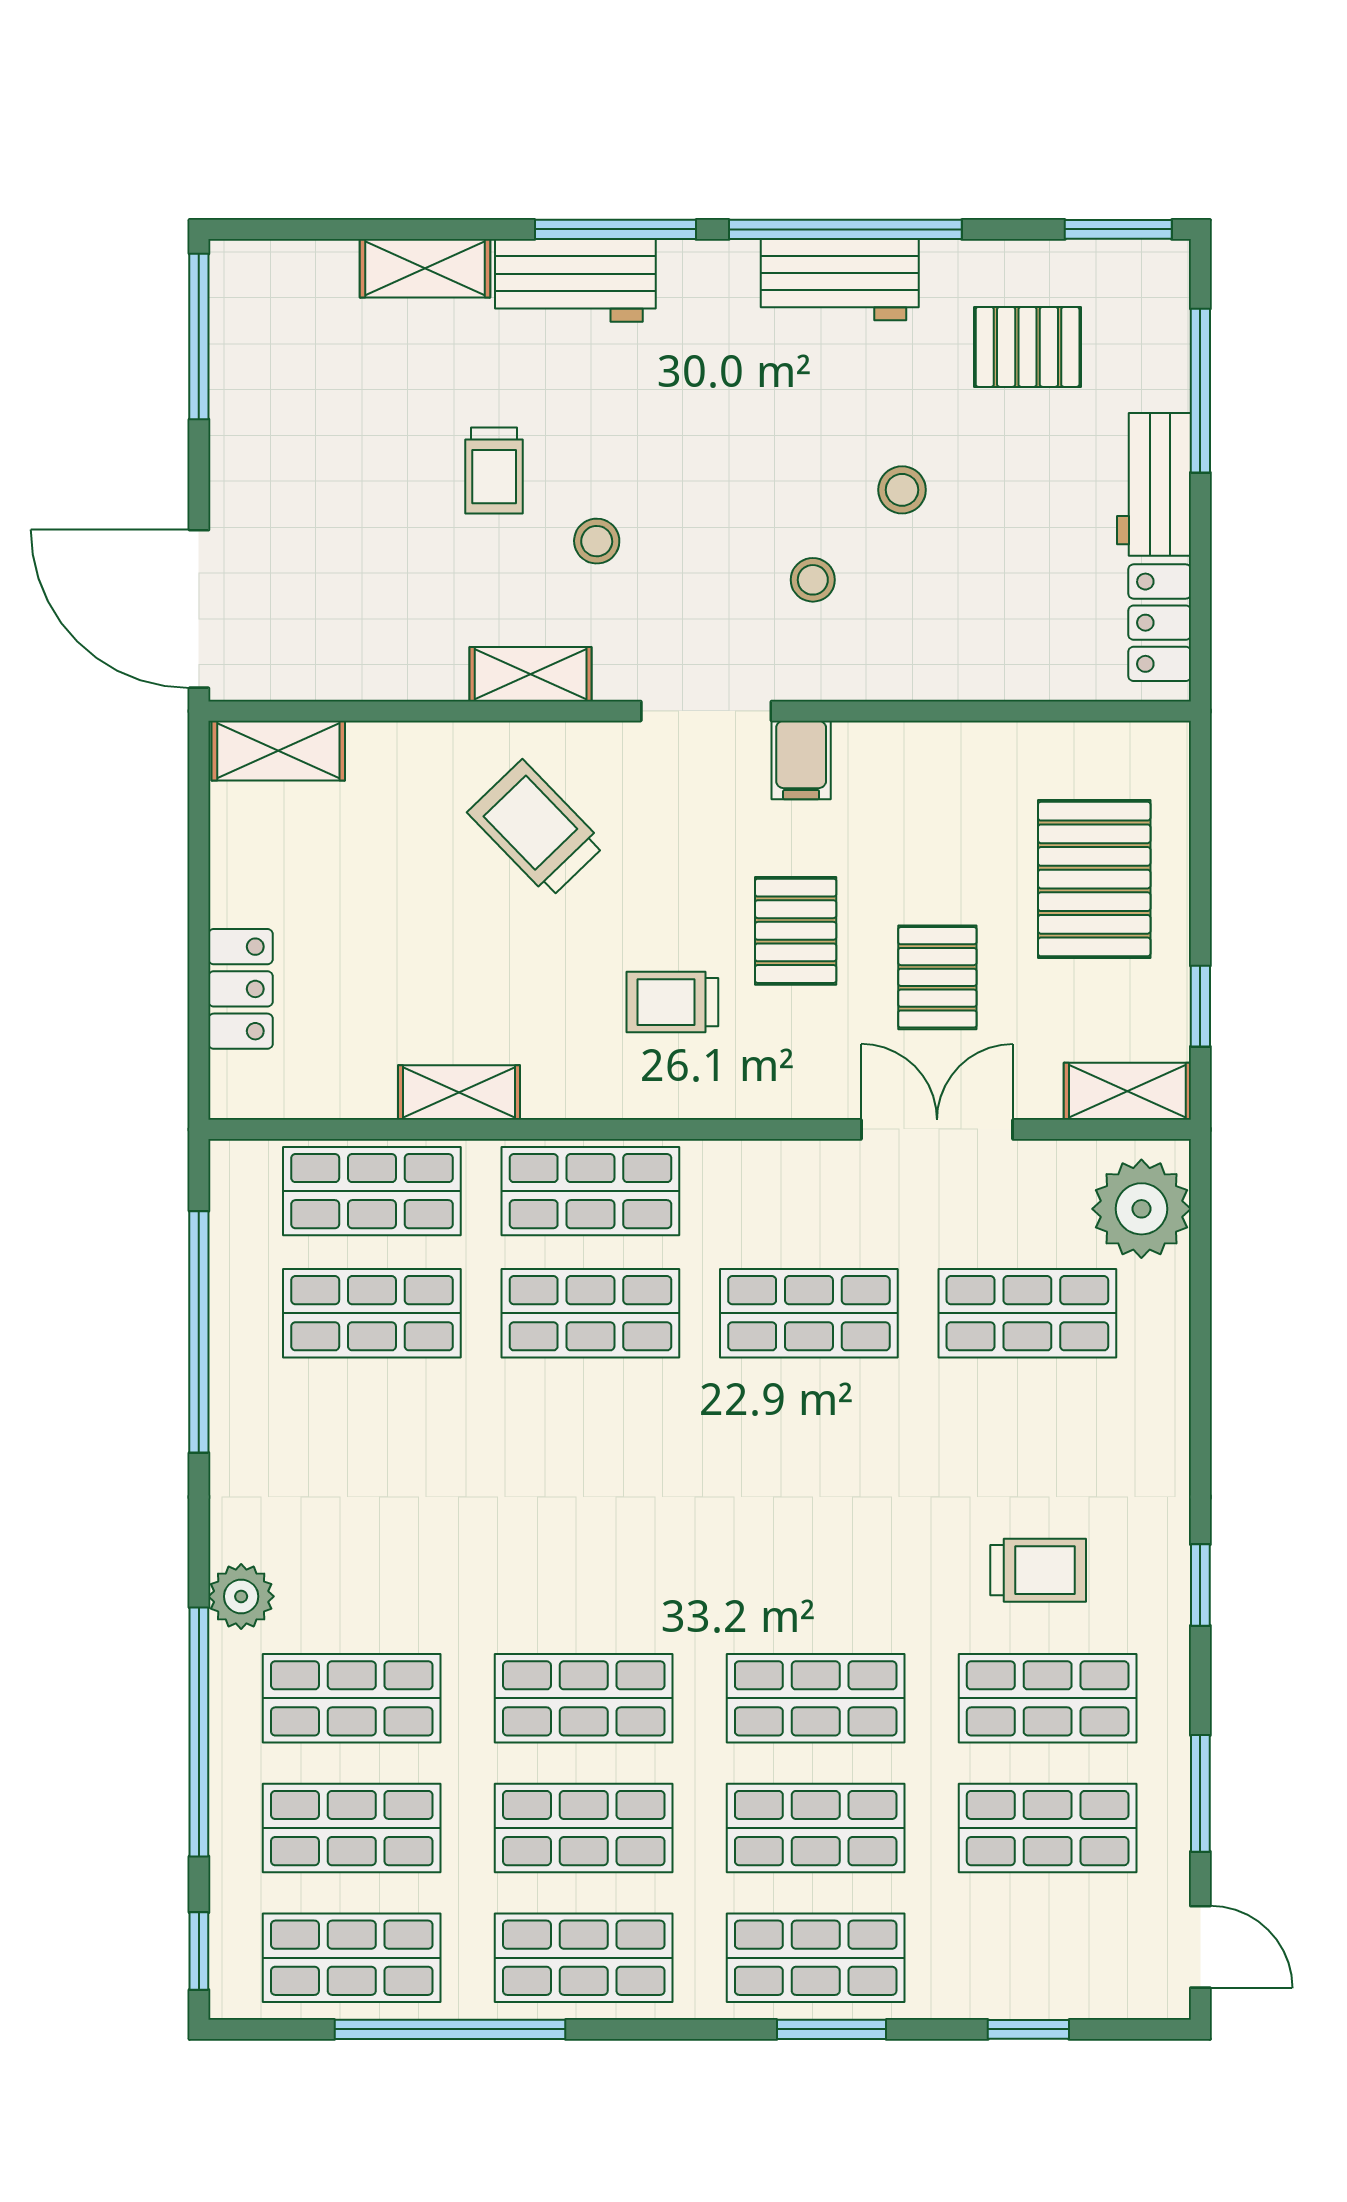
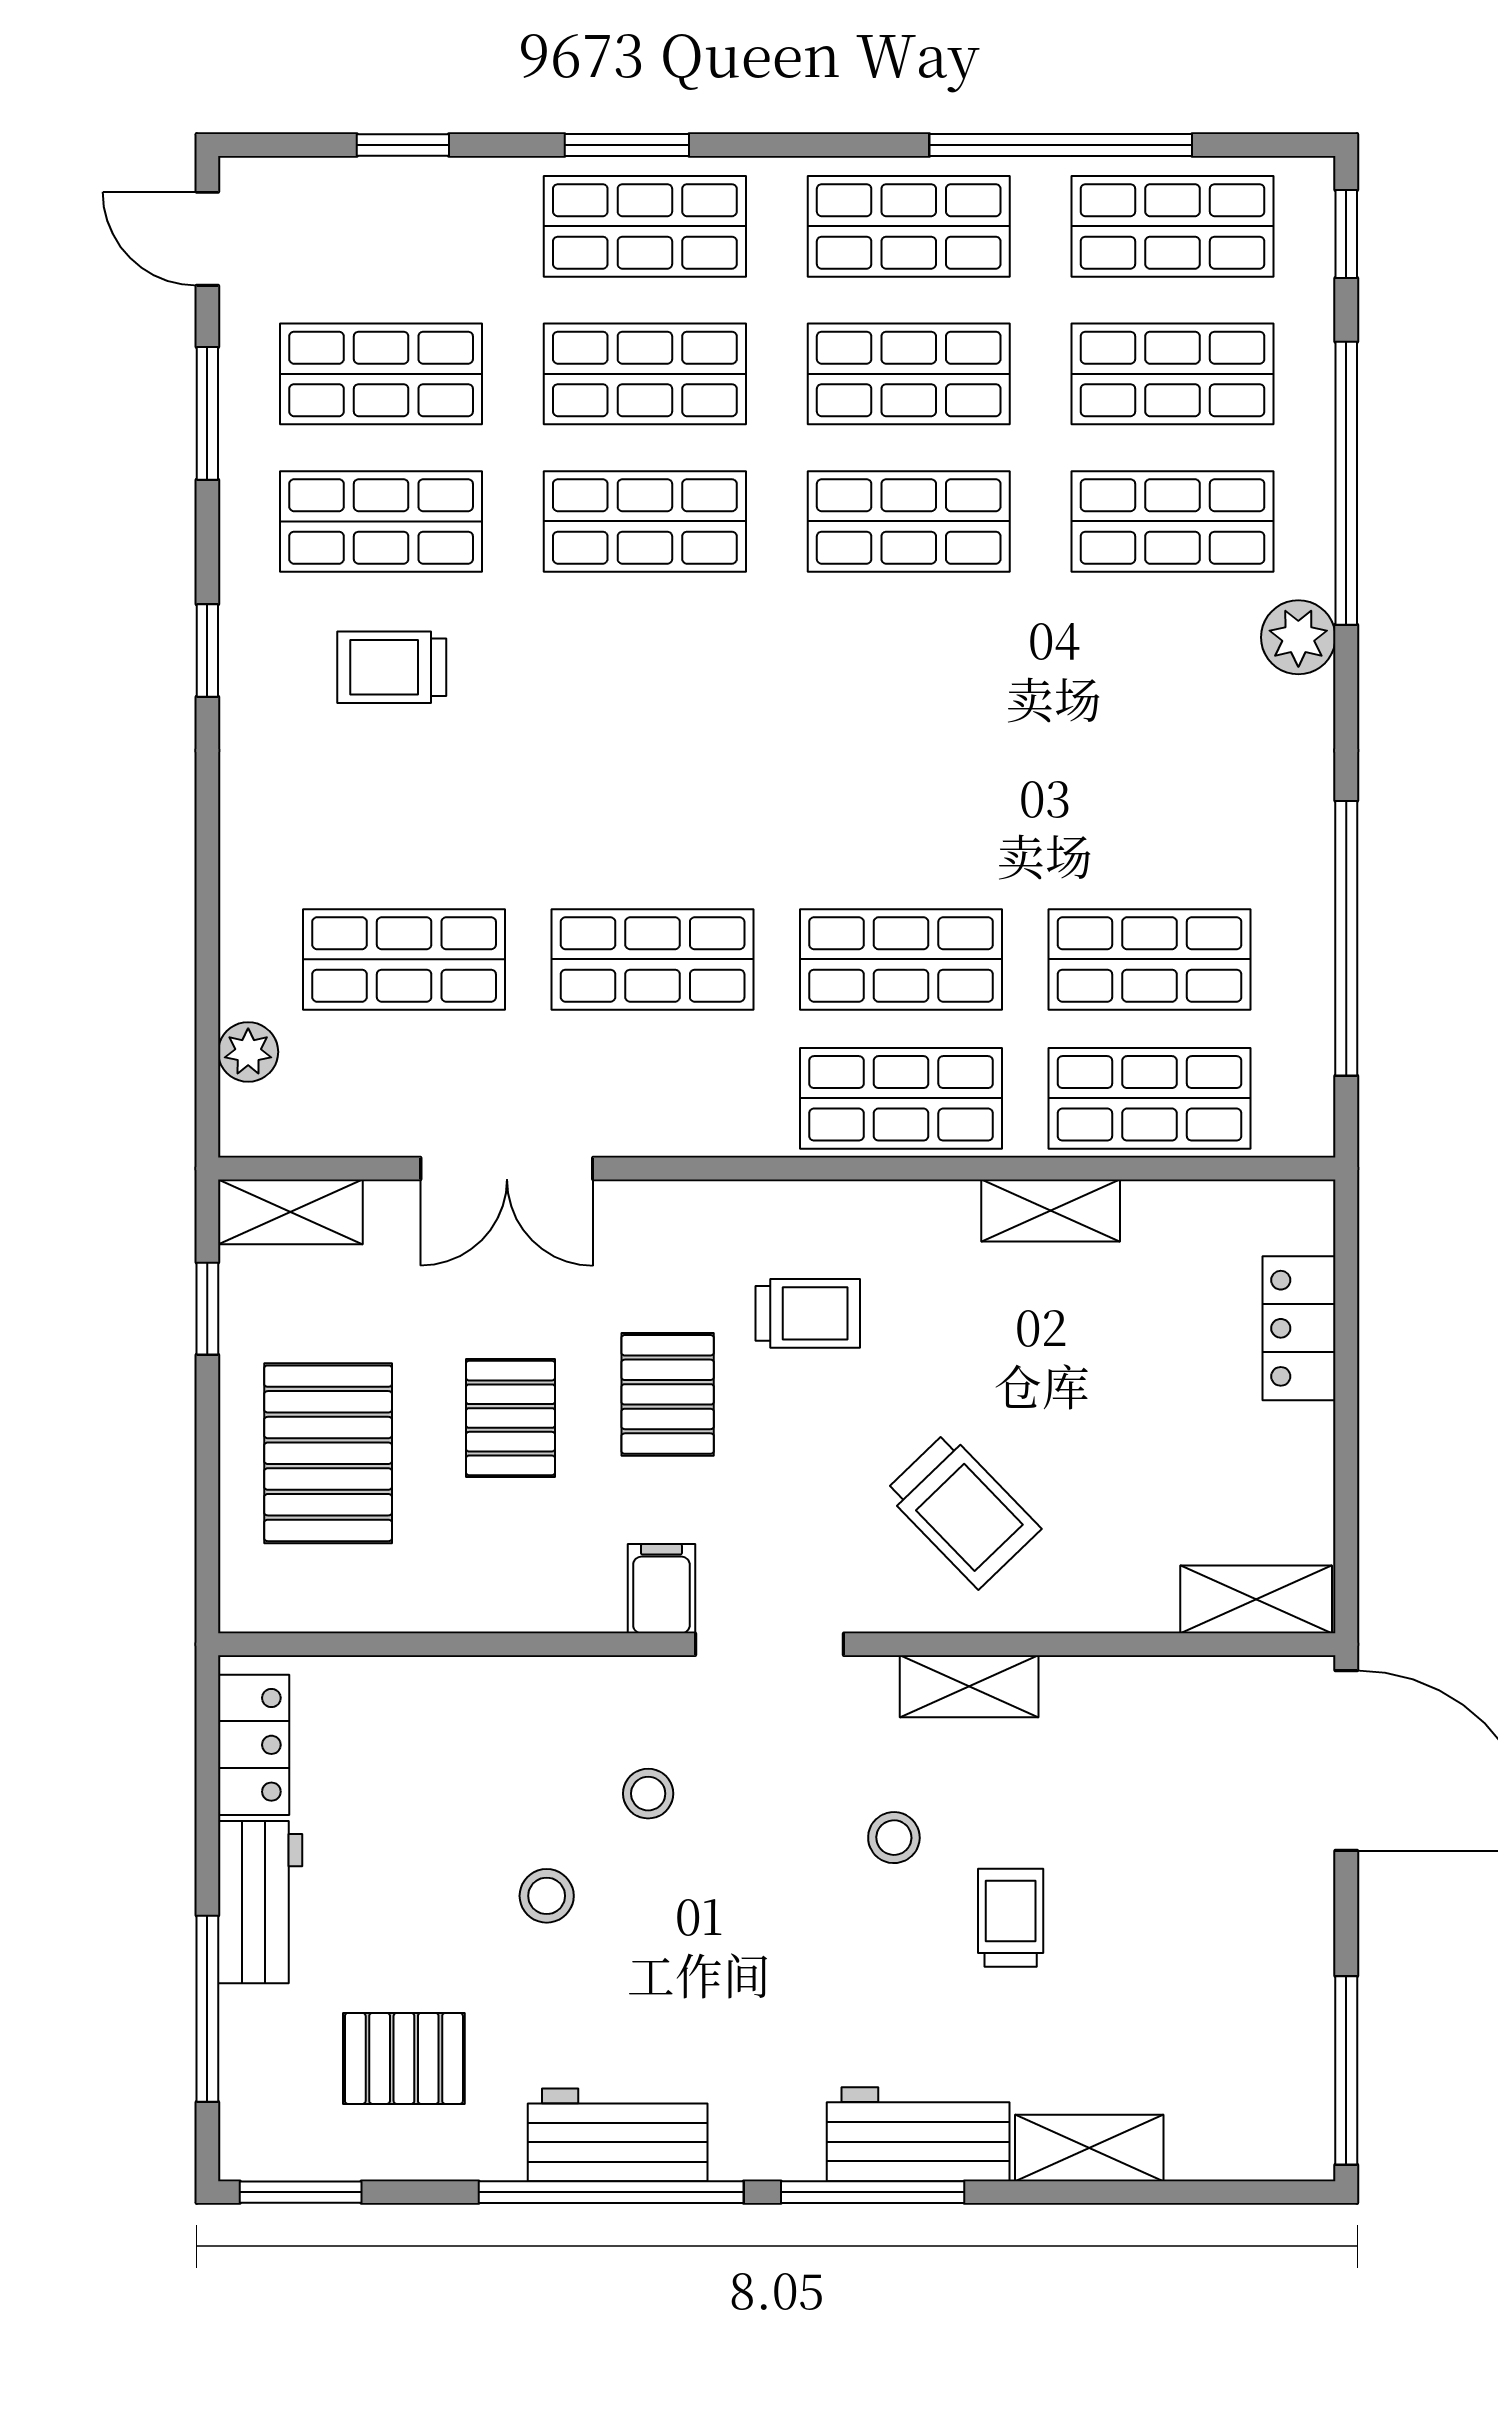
pallet: (937, 977) -> (511, 1418), moved
plant: (1141, 1209) -> (248, 1052), width x0.53, depth x0.53

